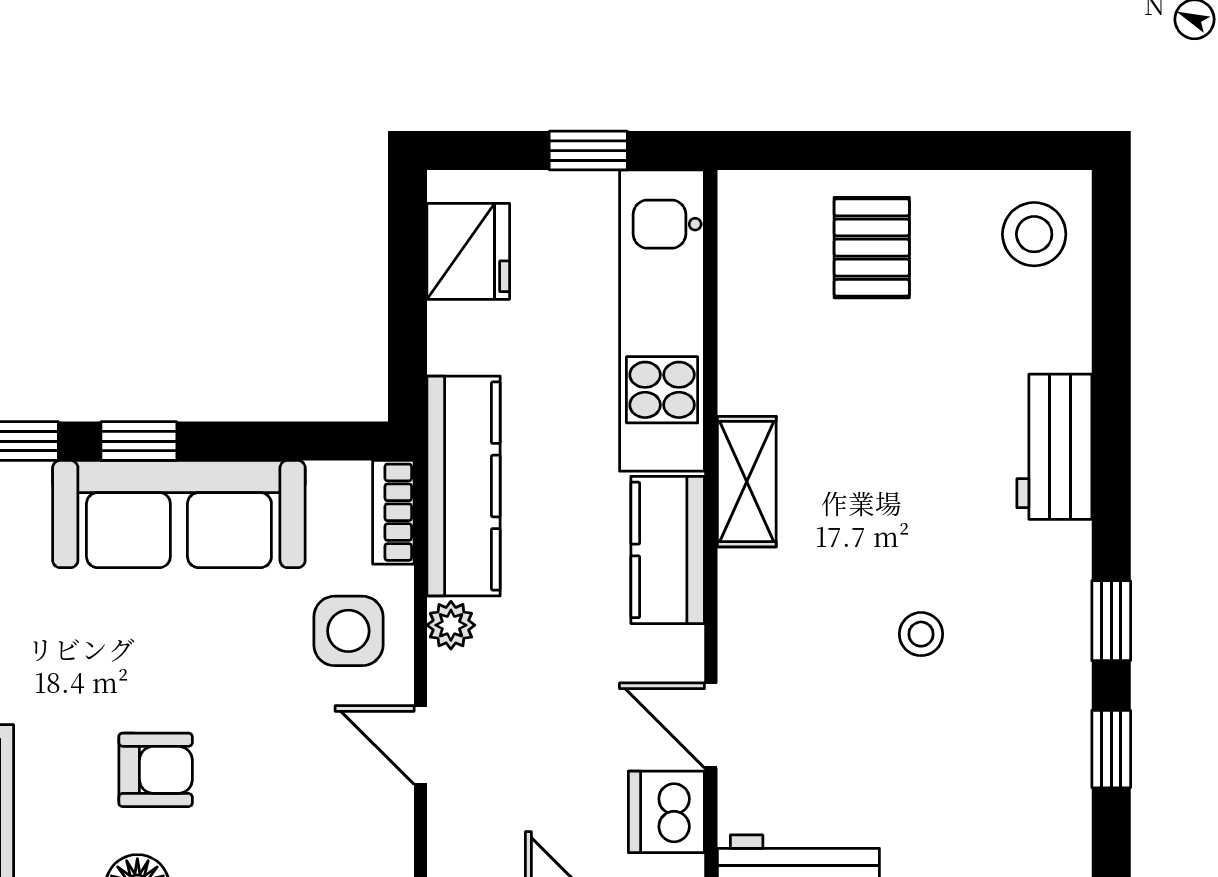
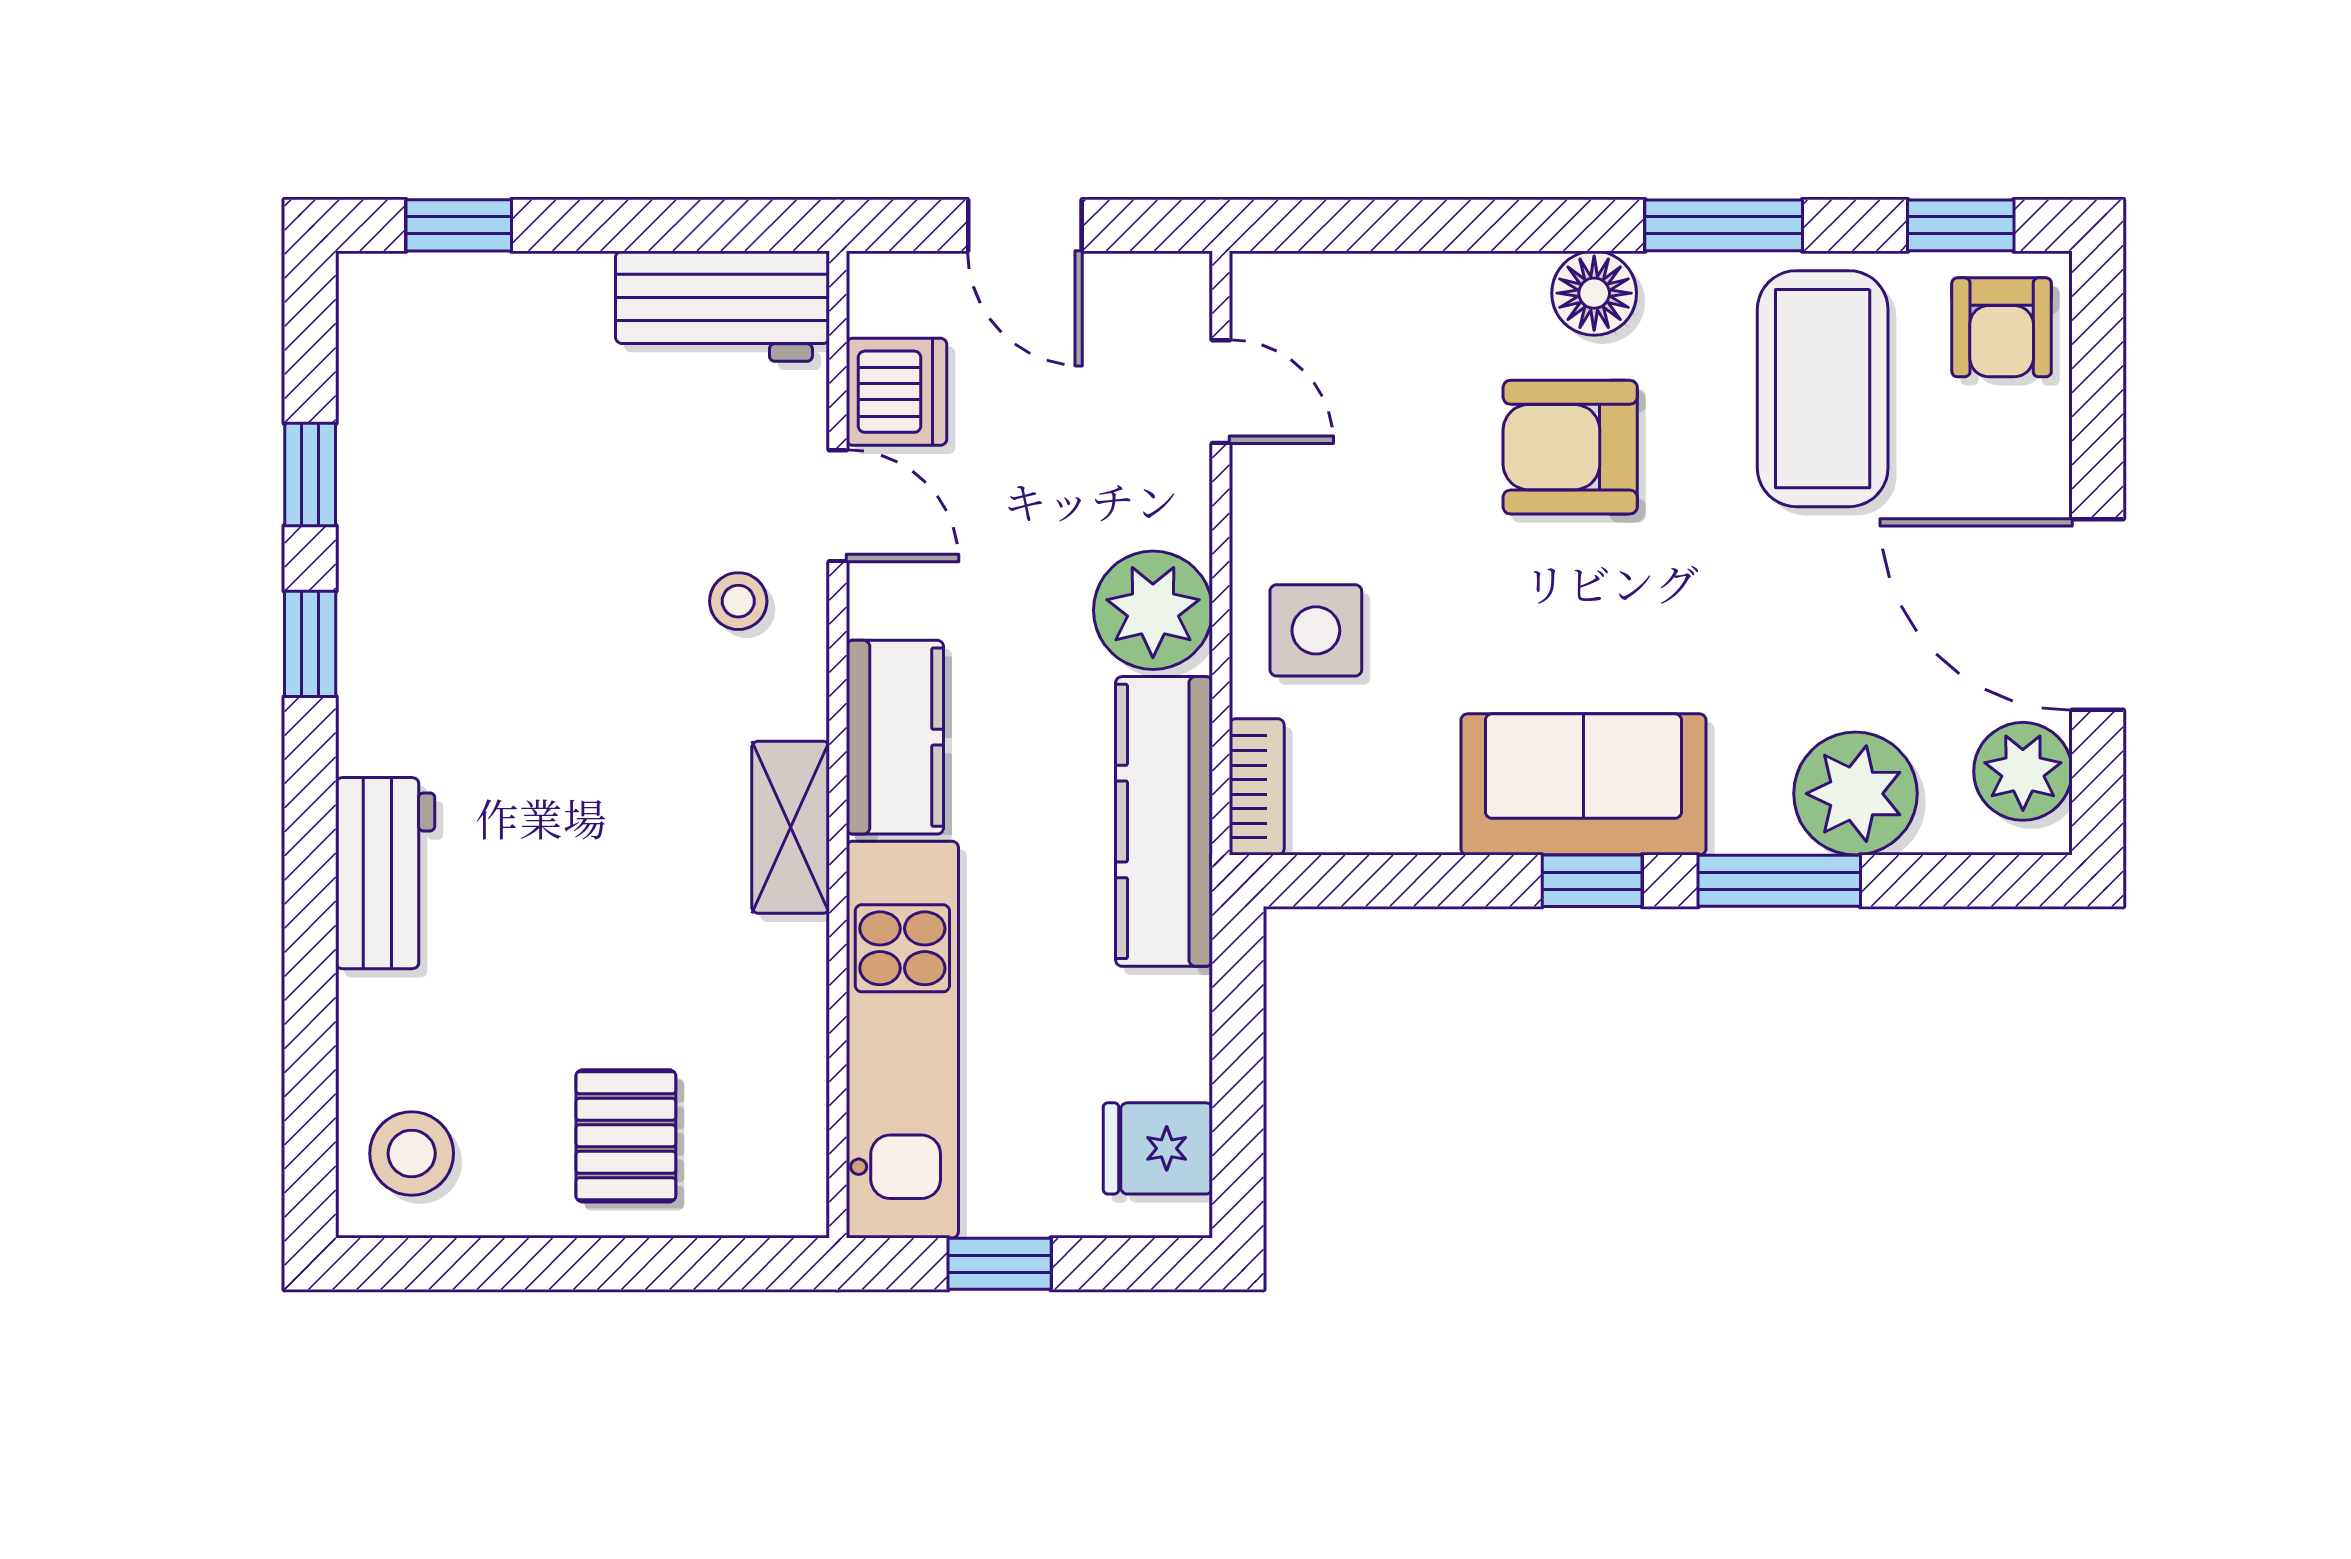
fridge: (468, 251) -> (1158, 1148), width x0.72
sofa: (179, 514) -> (1583, 784), width x0.73
plant: (451, 625) -> (1153, 610), width x1.88, depth x1.88
stool: (921, 634) -> (738, 601), moved
door: (420, 745) -> (1221, 392), moved
armchair: (156, 770) -> (1570, 447), width x1.38, depth x1.38

